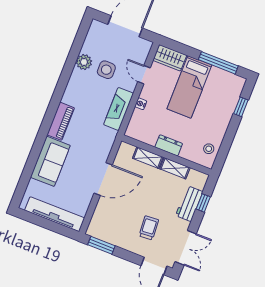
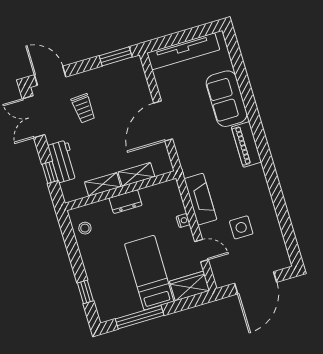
plant: (84, 62) -> (268, 218), removed

